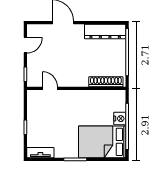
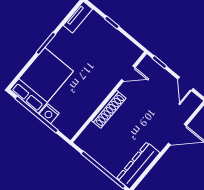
shoe rack: (106, 82) -> (109, 109), moved

